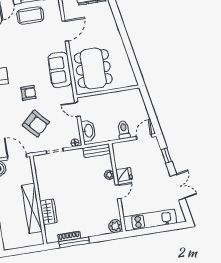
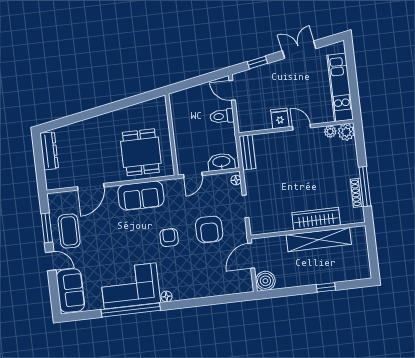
door: (65, 31) -> (91, 187), swing flipped
dining table: (93, 68) -> (141, 152), width x0.73
armchair: (36, 124) -> (209, 229), turned 133
plant: (109, 175) -> (330, 132), moved
wardrobe: (48, 212) -> (316, 219), width x1.50

